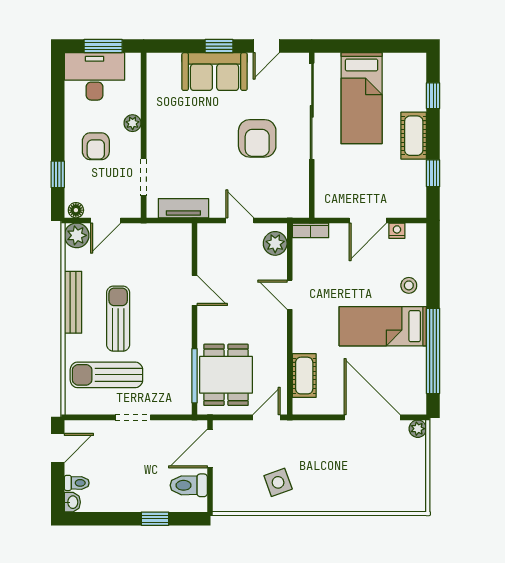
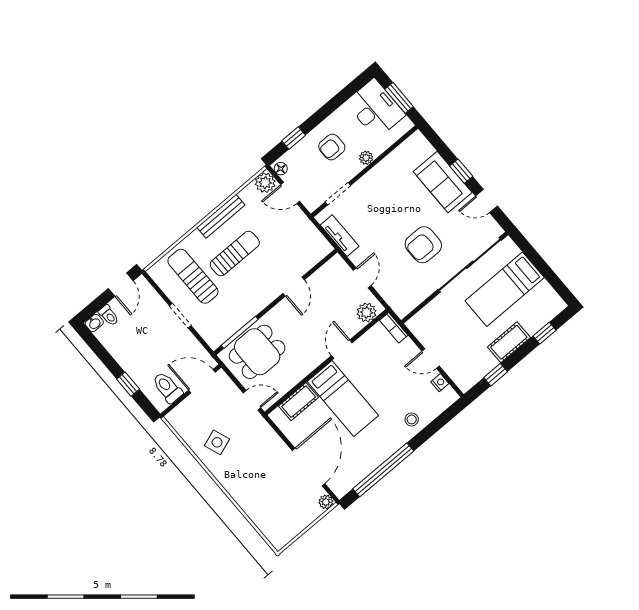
door: (368, 220) -> (431, 359), width x0.73
bed: (383, 326) -> (343, 399), moved, turned 180
door: (58, 448) -> (121, 285), hinge flipped

